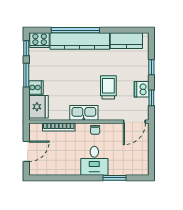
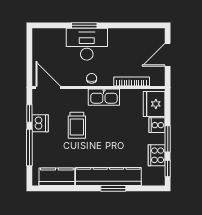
window: (75, 30) -> (113, 188), width x0.47
cooker: (40, 40) -> (157, 155), moved, turned -90
window: (151, 67) -> (29, 147), width x2.17
door: (134, 122) -> (48, 87), hinge flipped
desk: (94, 161) -> (87, 44), width x1.37
window: (114, 178) -> (84, 25), moved

